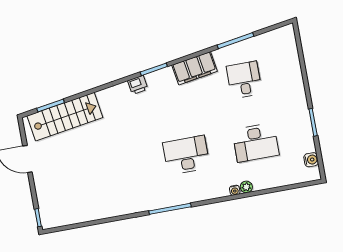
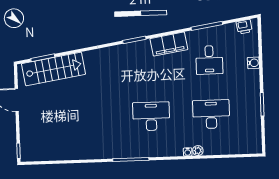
desk: (244, 80) -> (209, 60), turned 180
printer: (138, 85) -> (244, 27), moved
desk: (256, 143) -> (211, 114), turned 180
water cooler: (311, 160) -> (253, 63), moved

